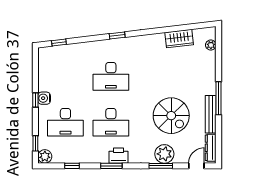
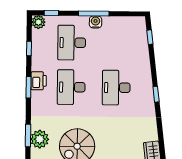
window: (35, 100) -> (94, 13), width x2.17
printer: (119, 156) -> (39, 81), moved

